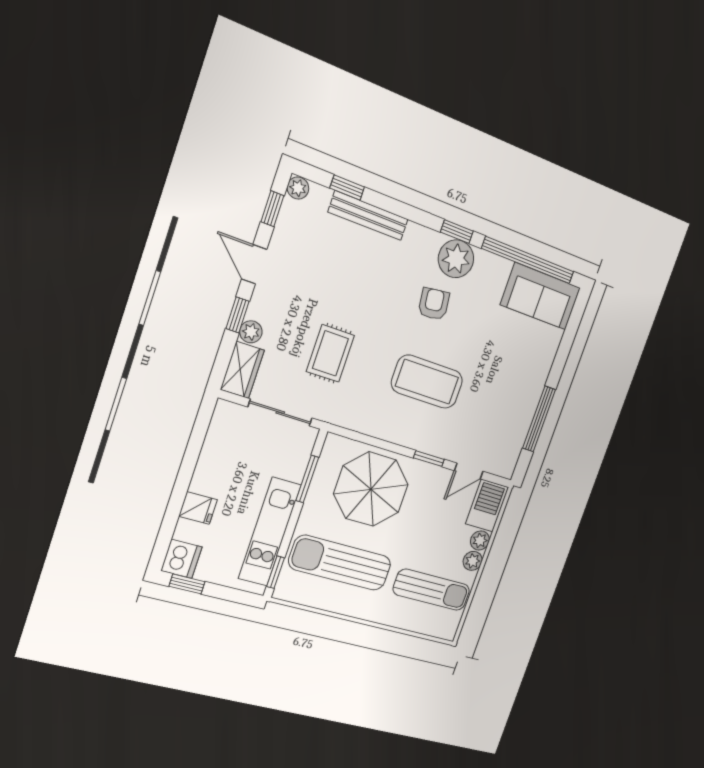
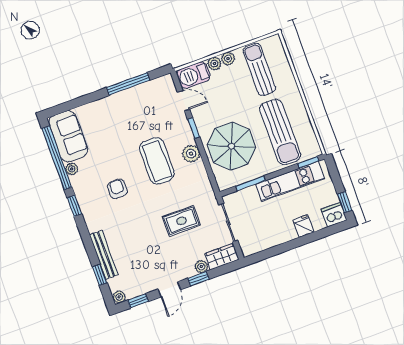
plant: (456, 259) -> (72, 169), moved, width x0.53, depth x0.53
armchair: (434, 304) -> (117, 189), turned 97
plant: (402, 432) -> (191, 154), added

